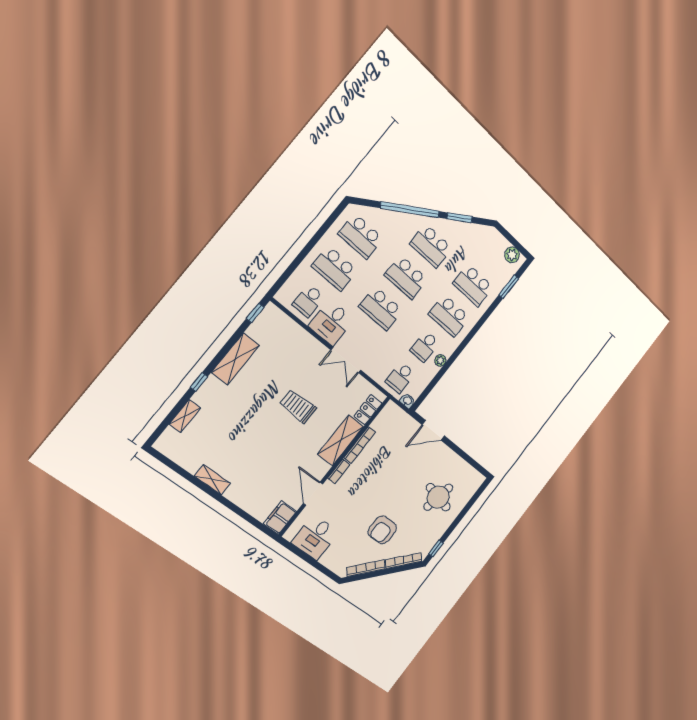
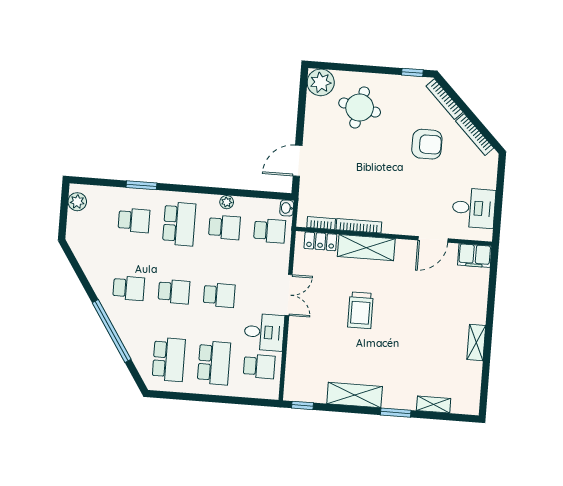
window: (460, 218) -> (83, 279), removed
school desk: (431, 246) -> (129, 288), width x0.54
school desk: (406, 277) -> (174, 292), width x0.54
school desk: (473, 285) -> (134, 220), width x0.54
window: (509, 287) -> (141, 185), moved
school desk: (381, 308) -> (219, 295), width x0.54
window: (199, 382) -> (396, 413), width x1.50
door: (433, 430) -> (298, 161), swing flipped
bookcase: (339, 471) -> (321, 223), moved
plant: (472, 480) -> (321, 82), added

